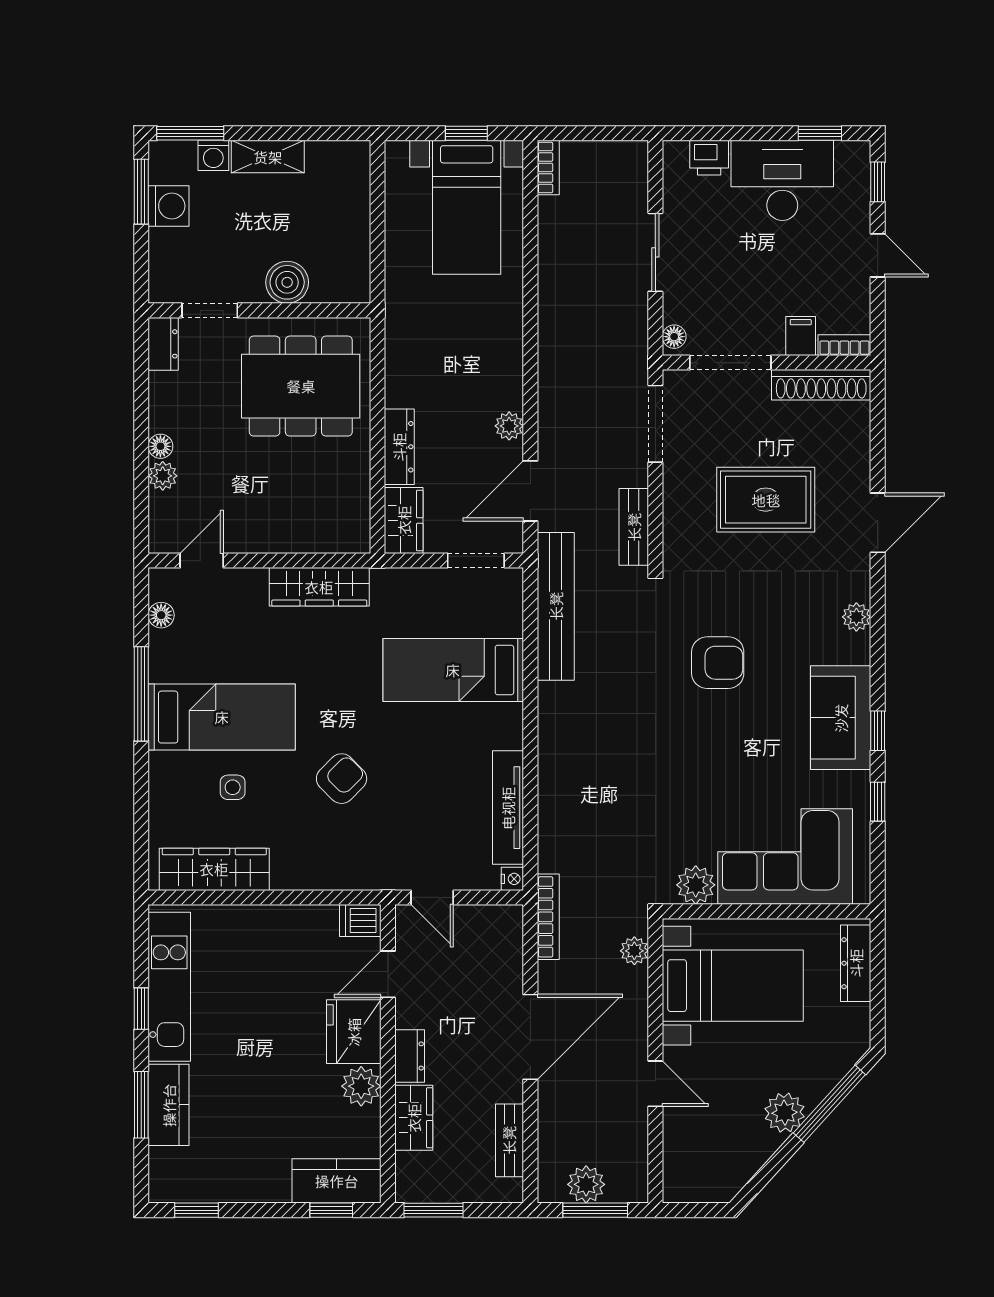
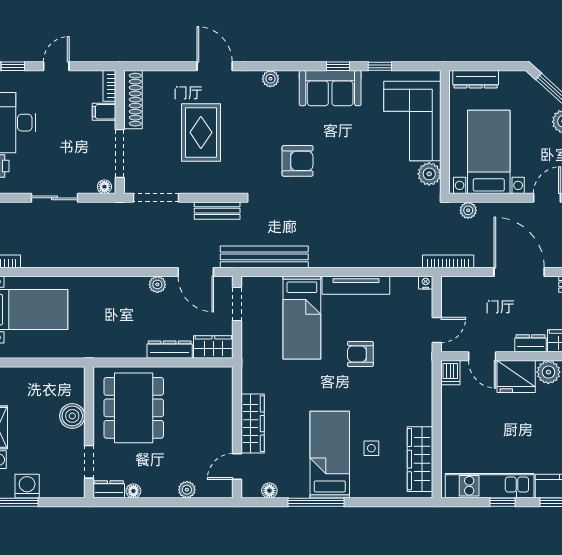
floor lamp: (160, 446) -> (133, 491), moved
door: (202, 561) -> (237, 467), hinge flipped
wardrobe: (319, 587) -> (253, 424), moved
armchair: (718, 663) -> (298, 161), turned 90
armchair: (342, 779) -> (360, 354), moved, turned -45
tv unit: (508, 808) -> (356, 285), moved

